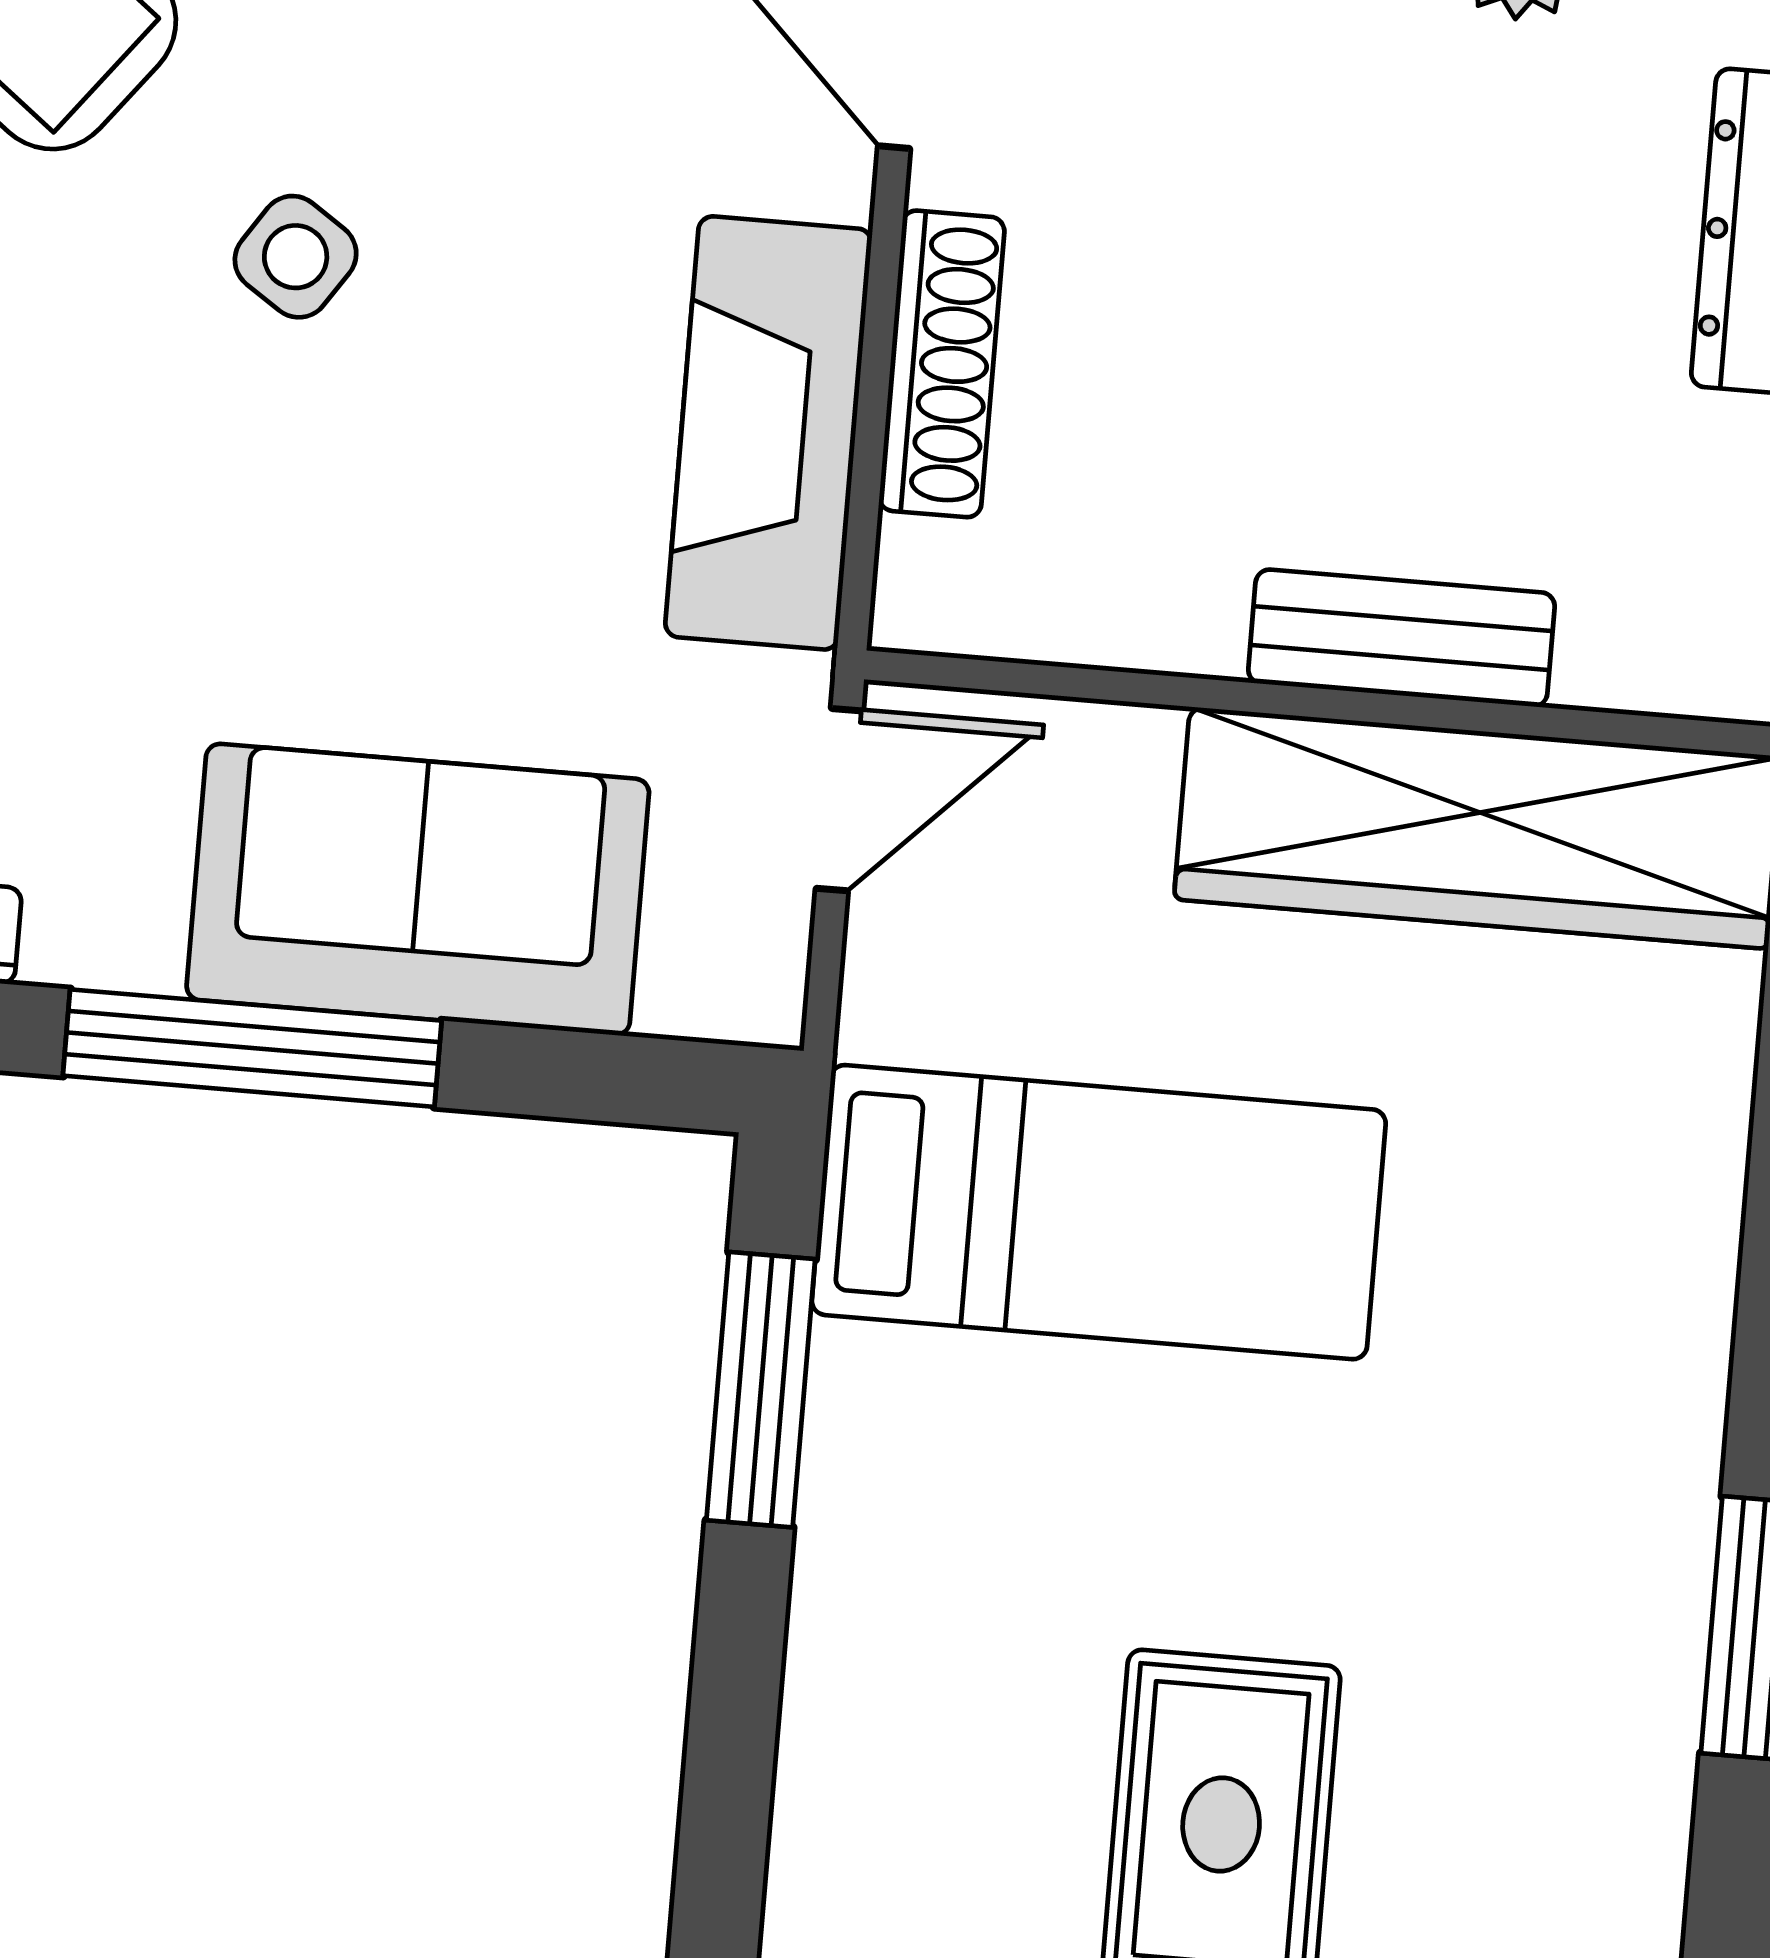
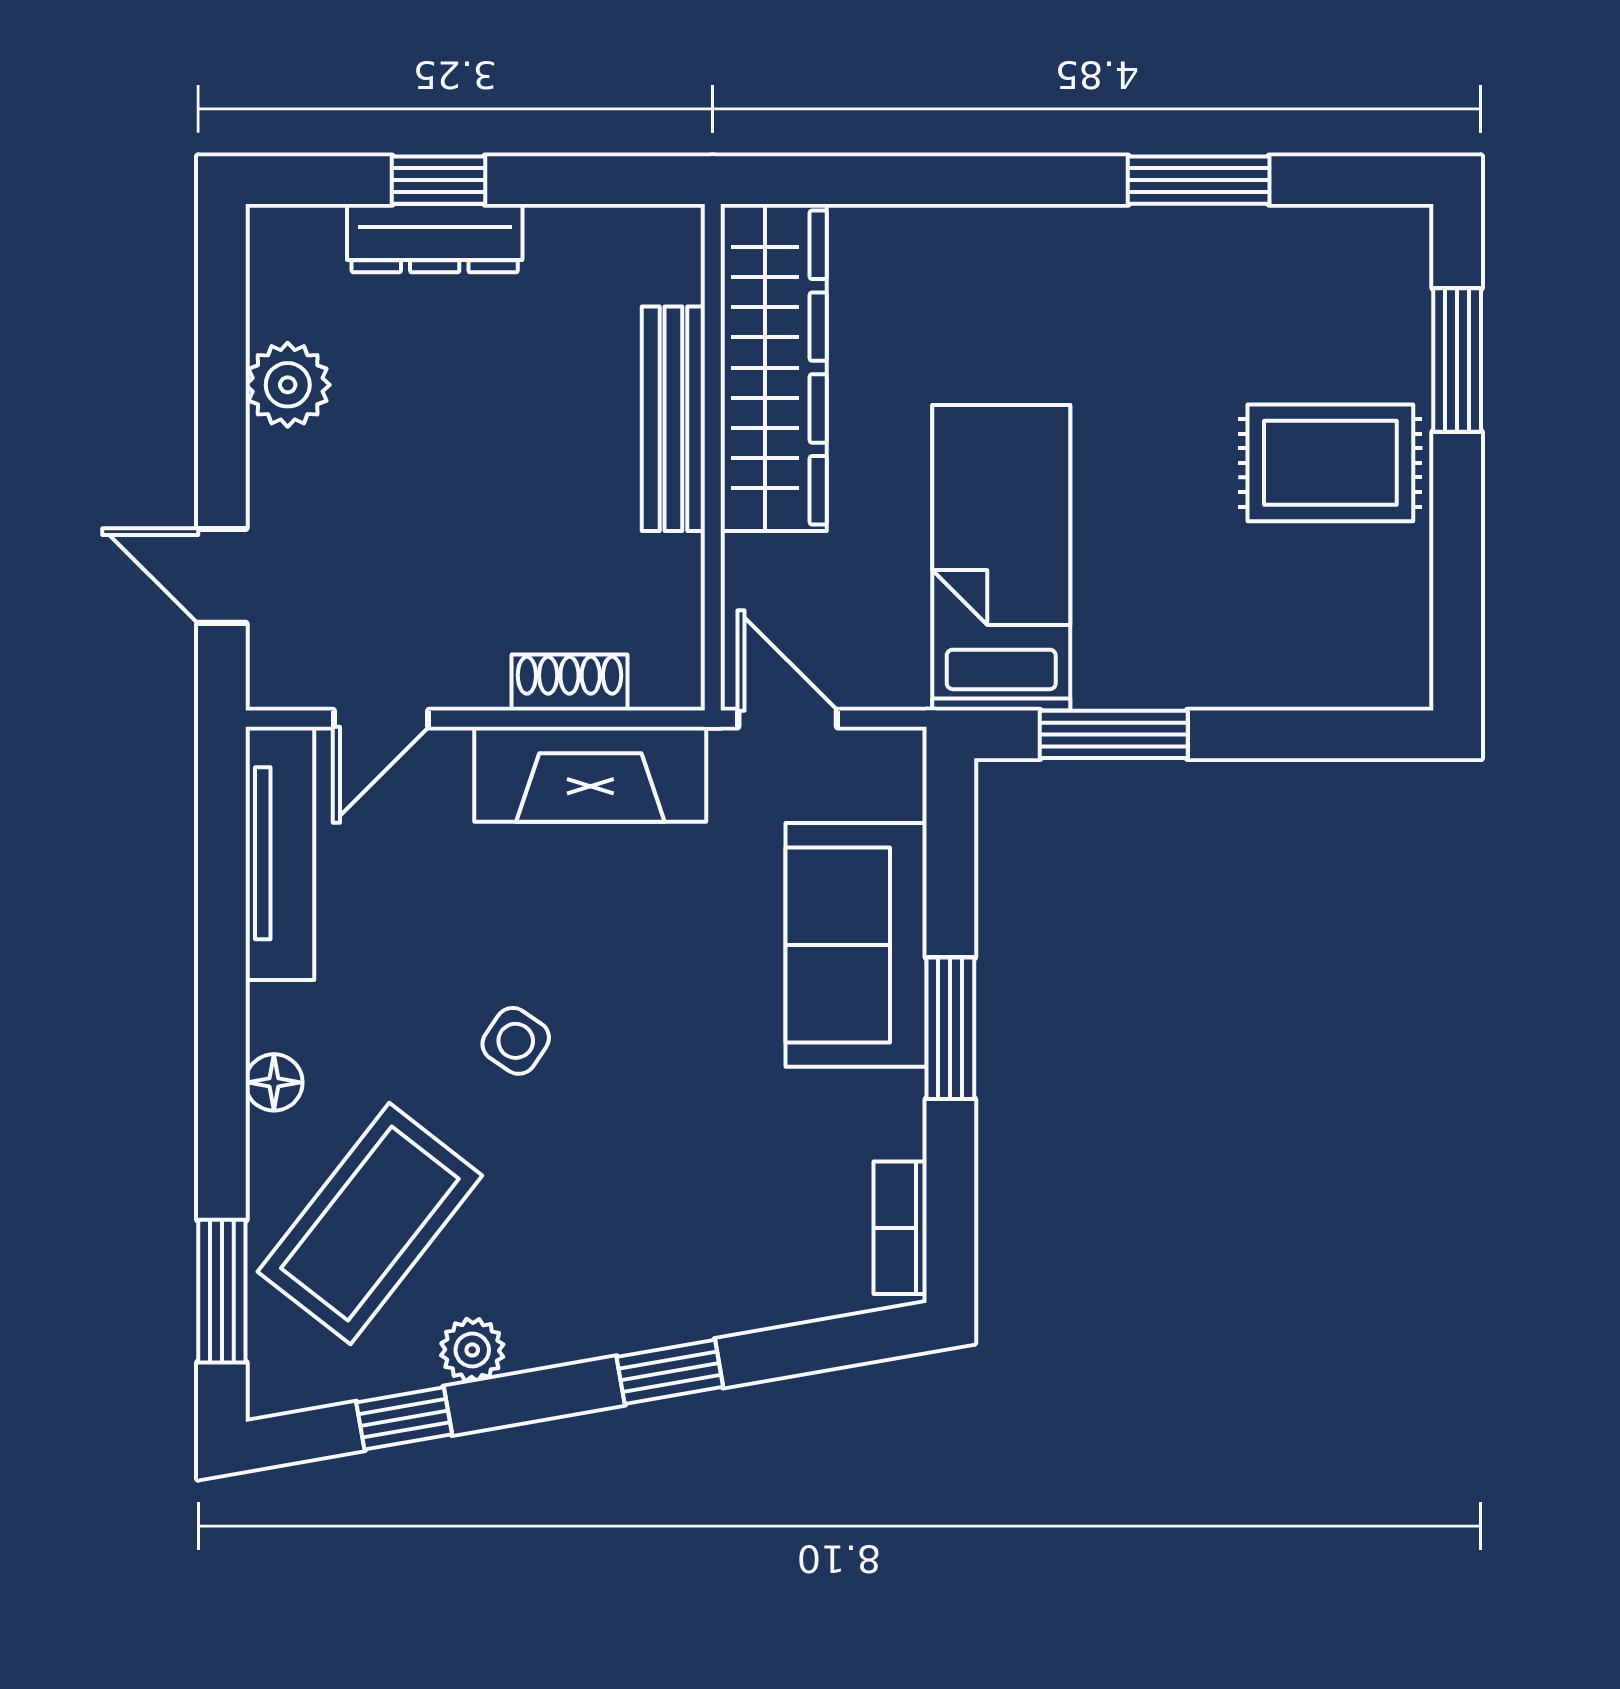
shoe rack: (942, 364) -> (569, 683), width x0.70
bench: (1401, 638) -> (673, 419), width x1.36
window: (252, 1048) -> (950, 1028), width x0.69

